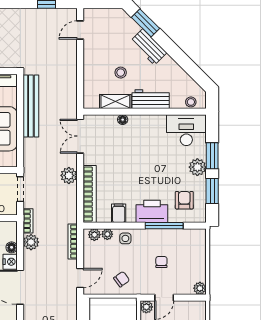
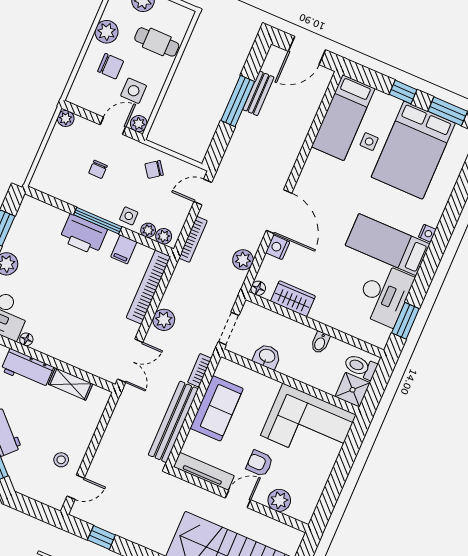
stool: (121, 73) -> (61, 460), moved
floor lamp: (123, 120) -> (26, 339), moved
armchair: (184, 200) -> (39, 231), removed
bookcase: (28, 221) -> (200, 370), moved
window: (164, 226) -> (98, 221), moved
floor lamp: (12, 247) -> (258, 288), moved

